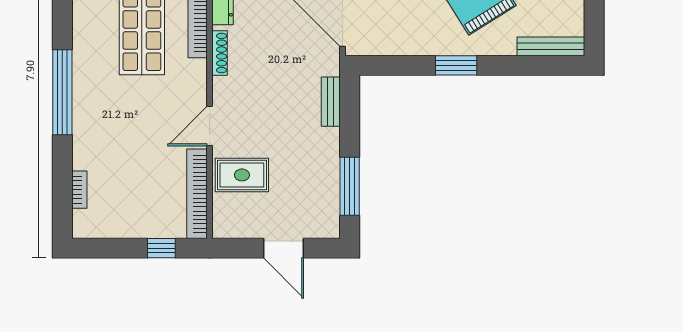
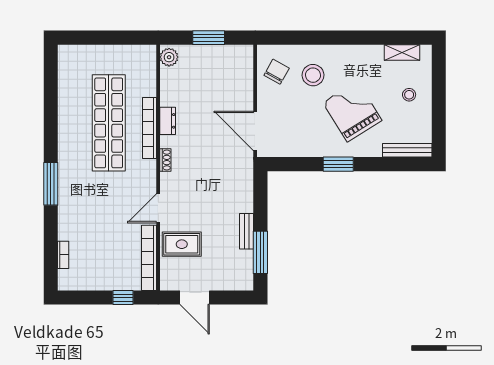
shoe rack: (220, 53) -> (165, 160), width x0.70
window: (62, 92) -> (51, 184), width x0.68
bench: (331, 102) -> (247, 231), moved
door: (284, 248) -> (195, 298), moved

